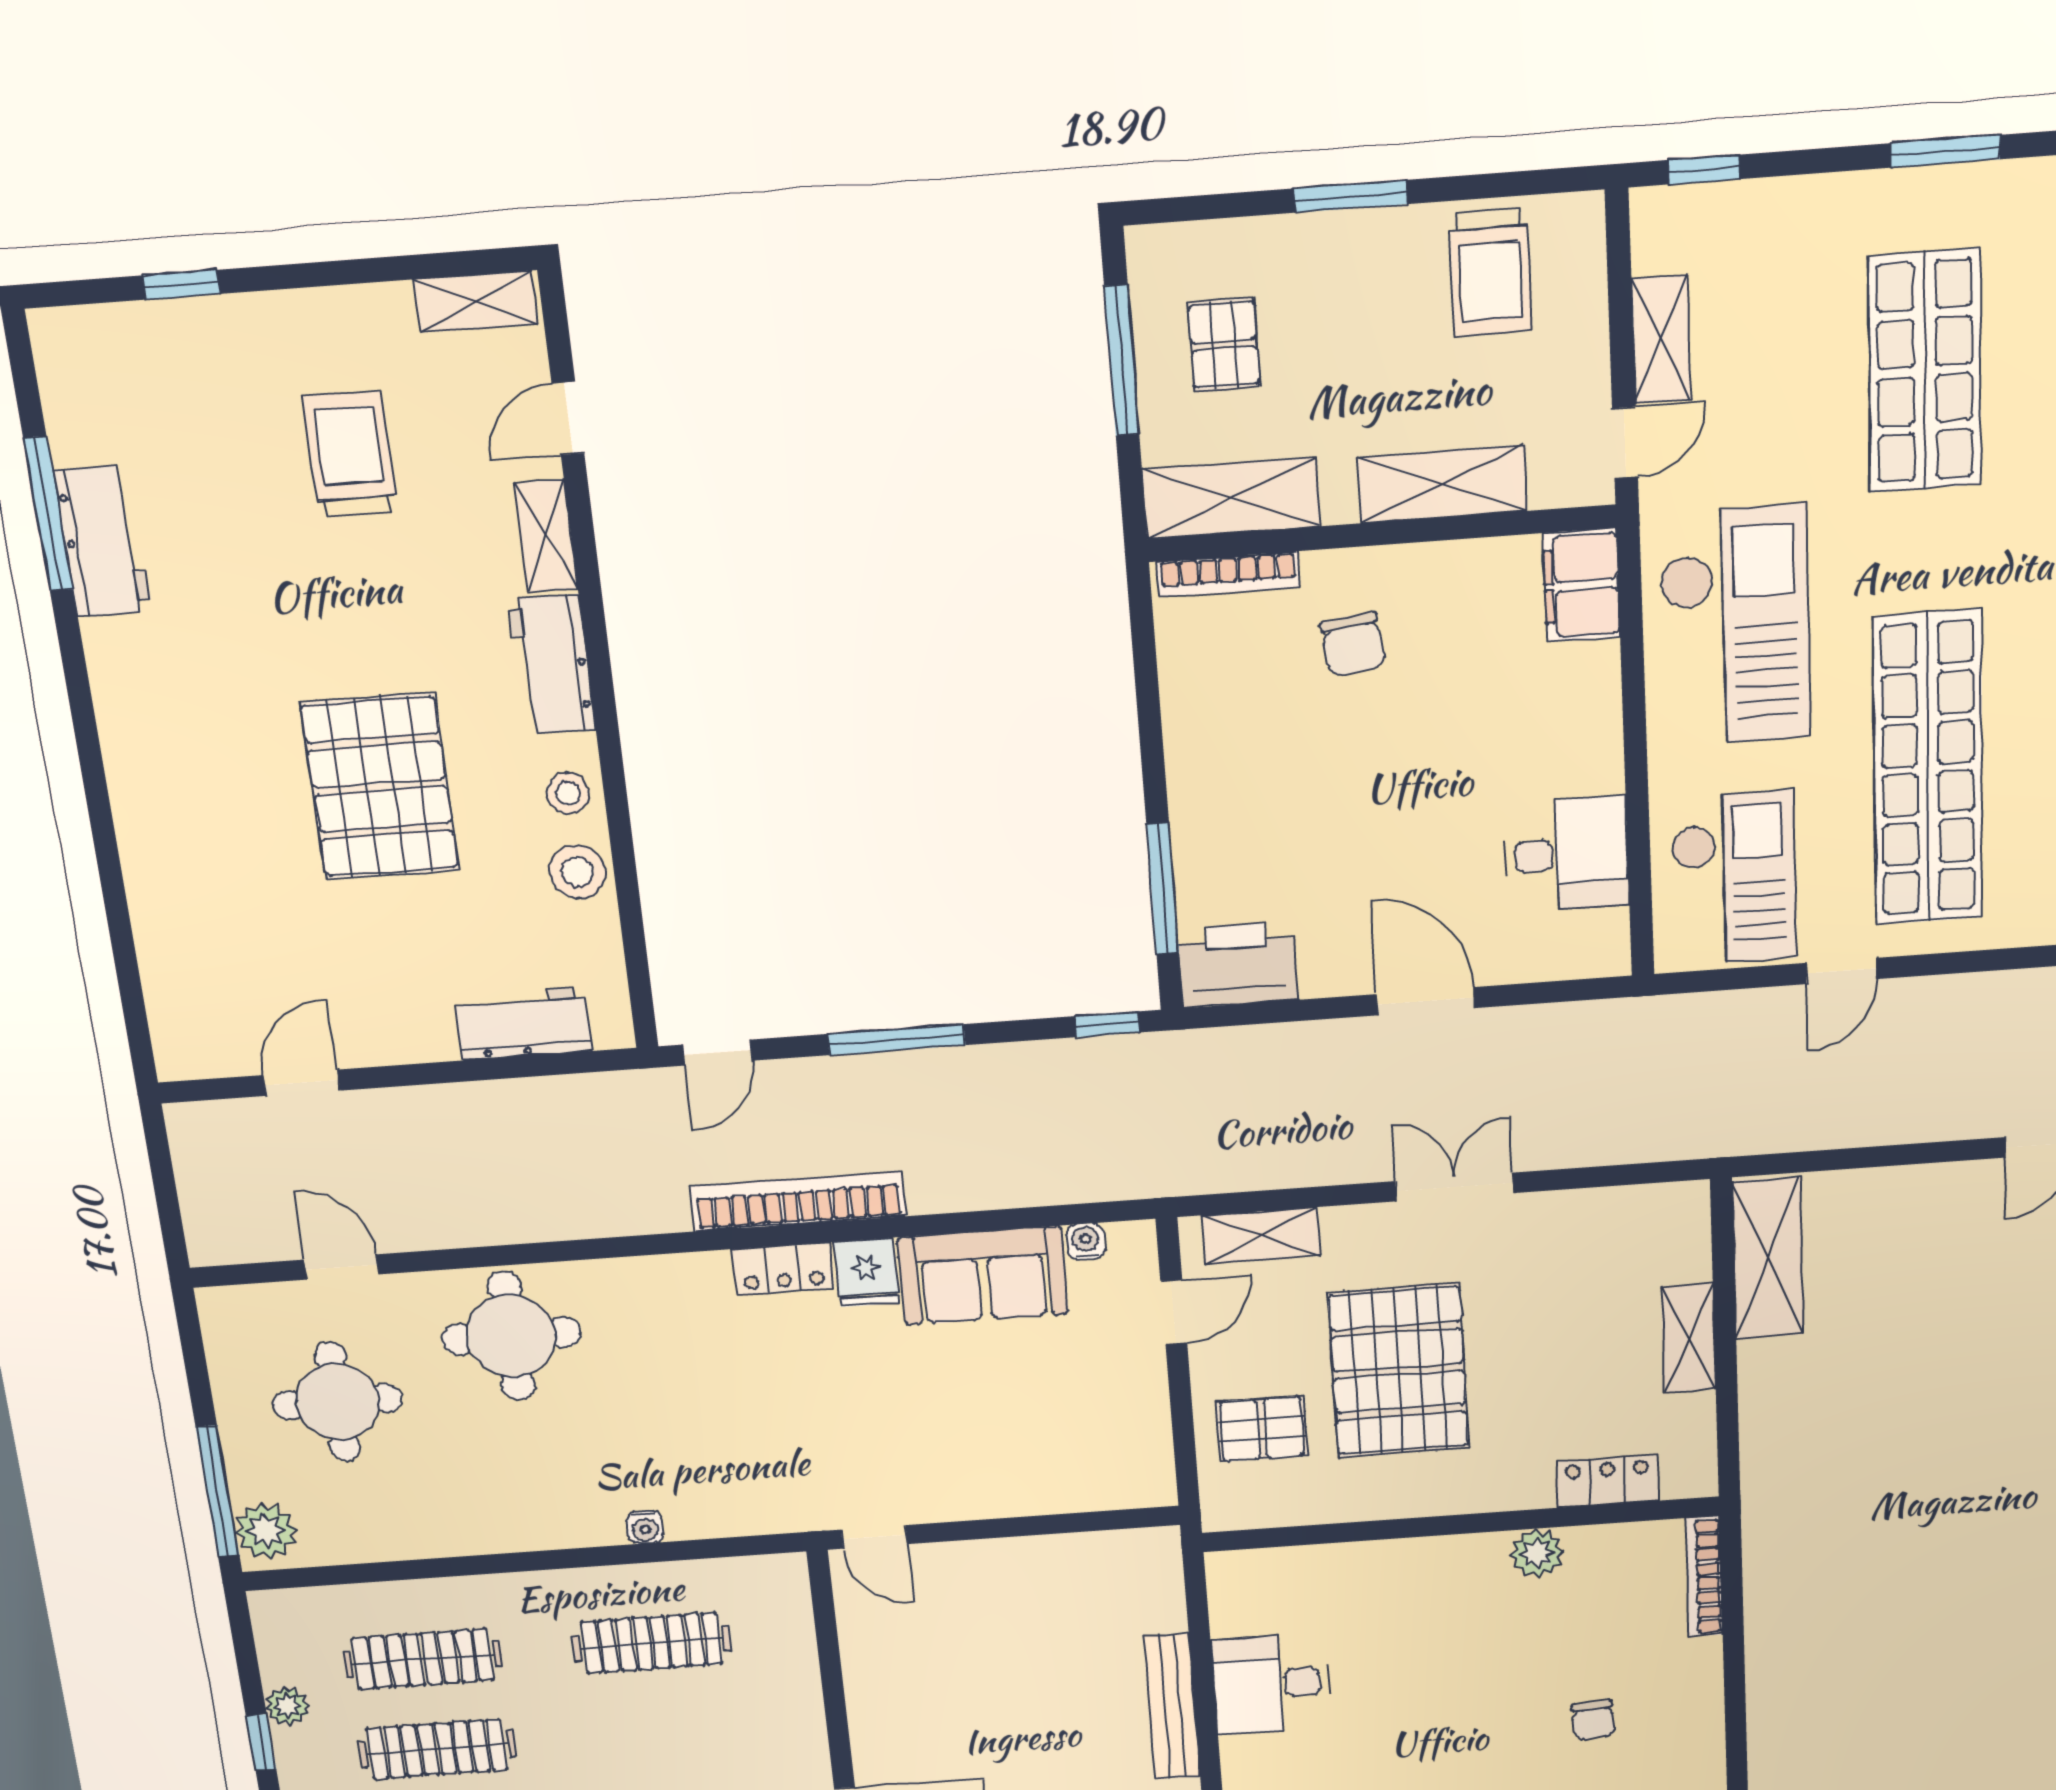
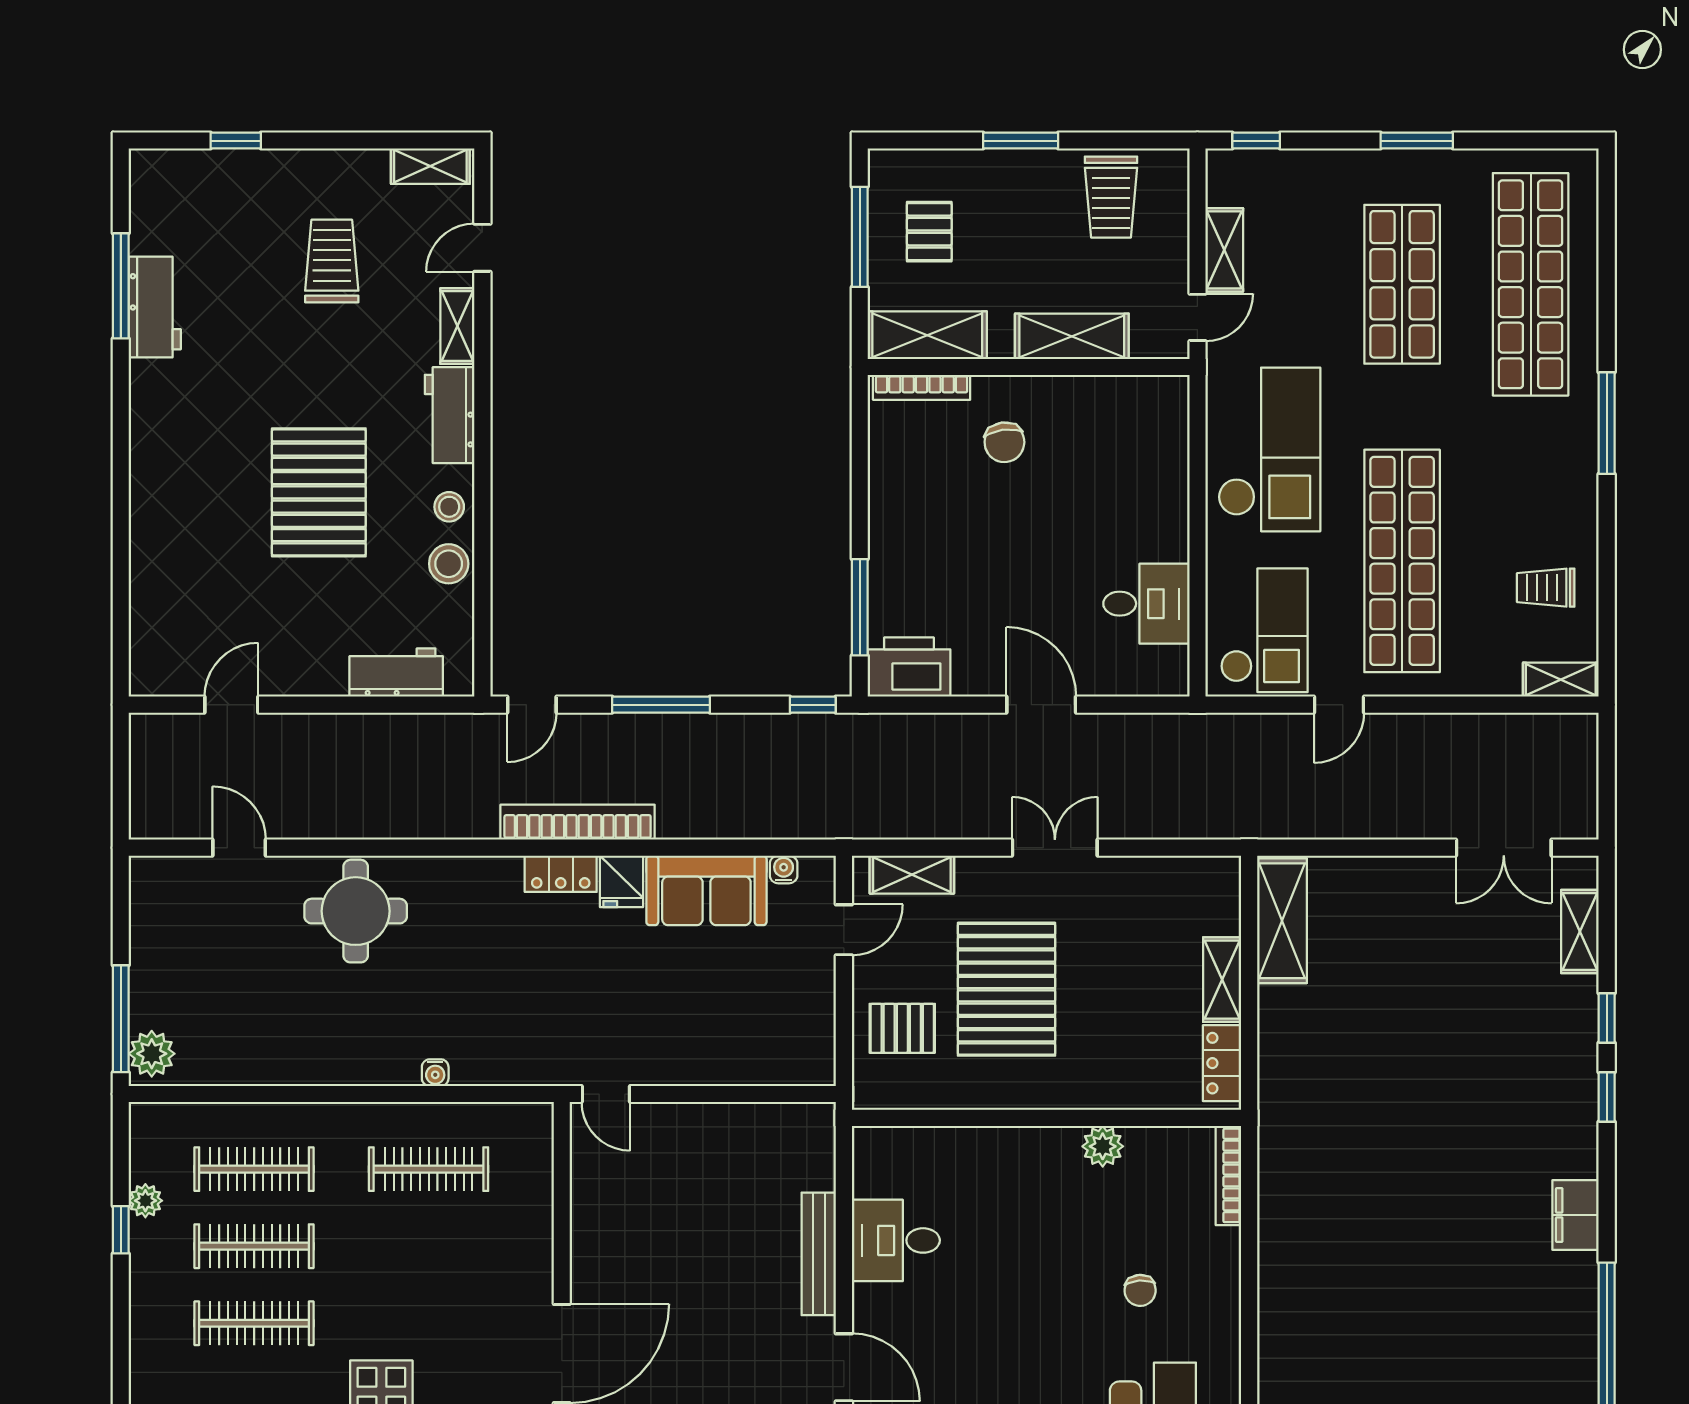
filing cabinet: (1581, 585) -> (1164, 413), removed
round table: (338, 1401) -> (221, 953), removed
locker: (1607, 1481) -> (1222, 1063), moved, turned -90

